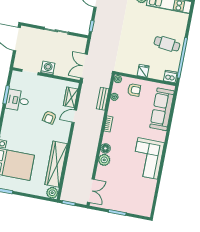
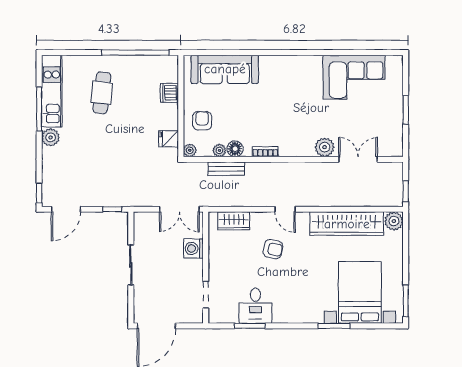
cafe table: (167, 44) -> (102, 93), moved
washing machine: (48, 68) -> (193, 249), moved
fridge: (143, 71) -> (169, 139), moved
dishwasher: (170, 76) -> (169, 93), moved
door: (74, 116) -> (285, 209), moved
floor lamp: (105, 148) -> (235, 149), moved
corner sofa: (148, 158) -> (354, 77), moved
double door: (91, 191) -> (358, 159), moved

